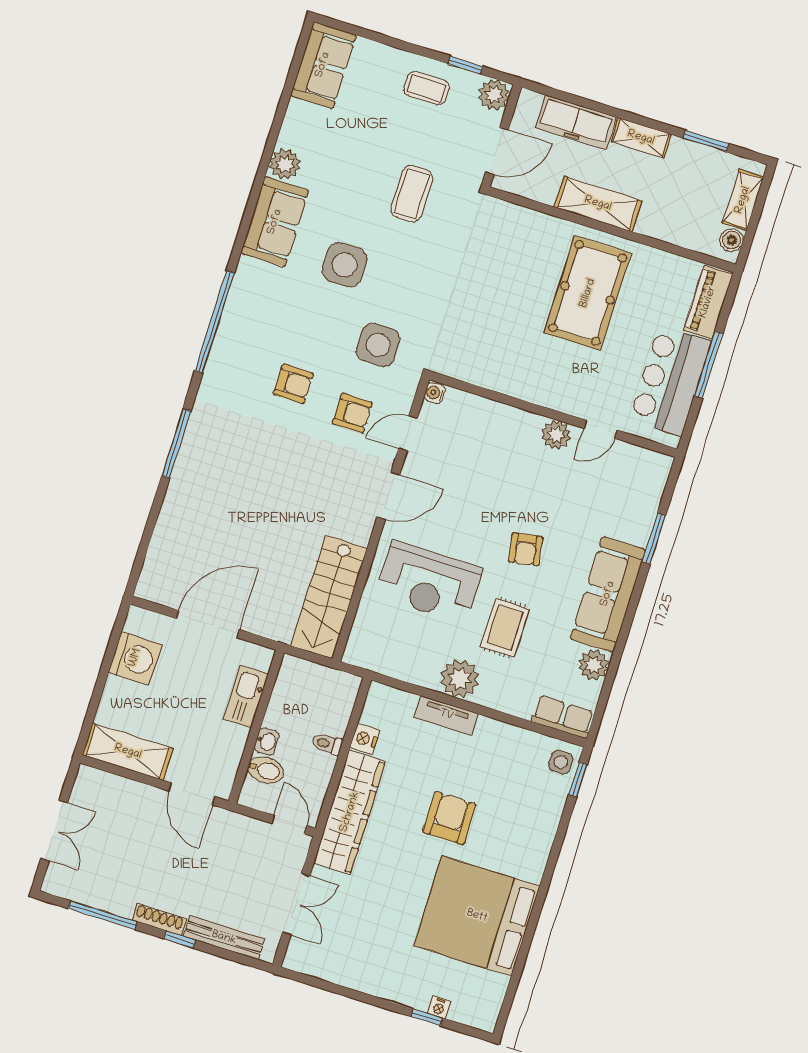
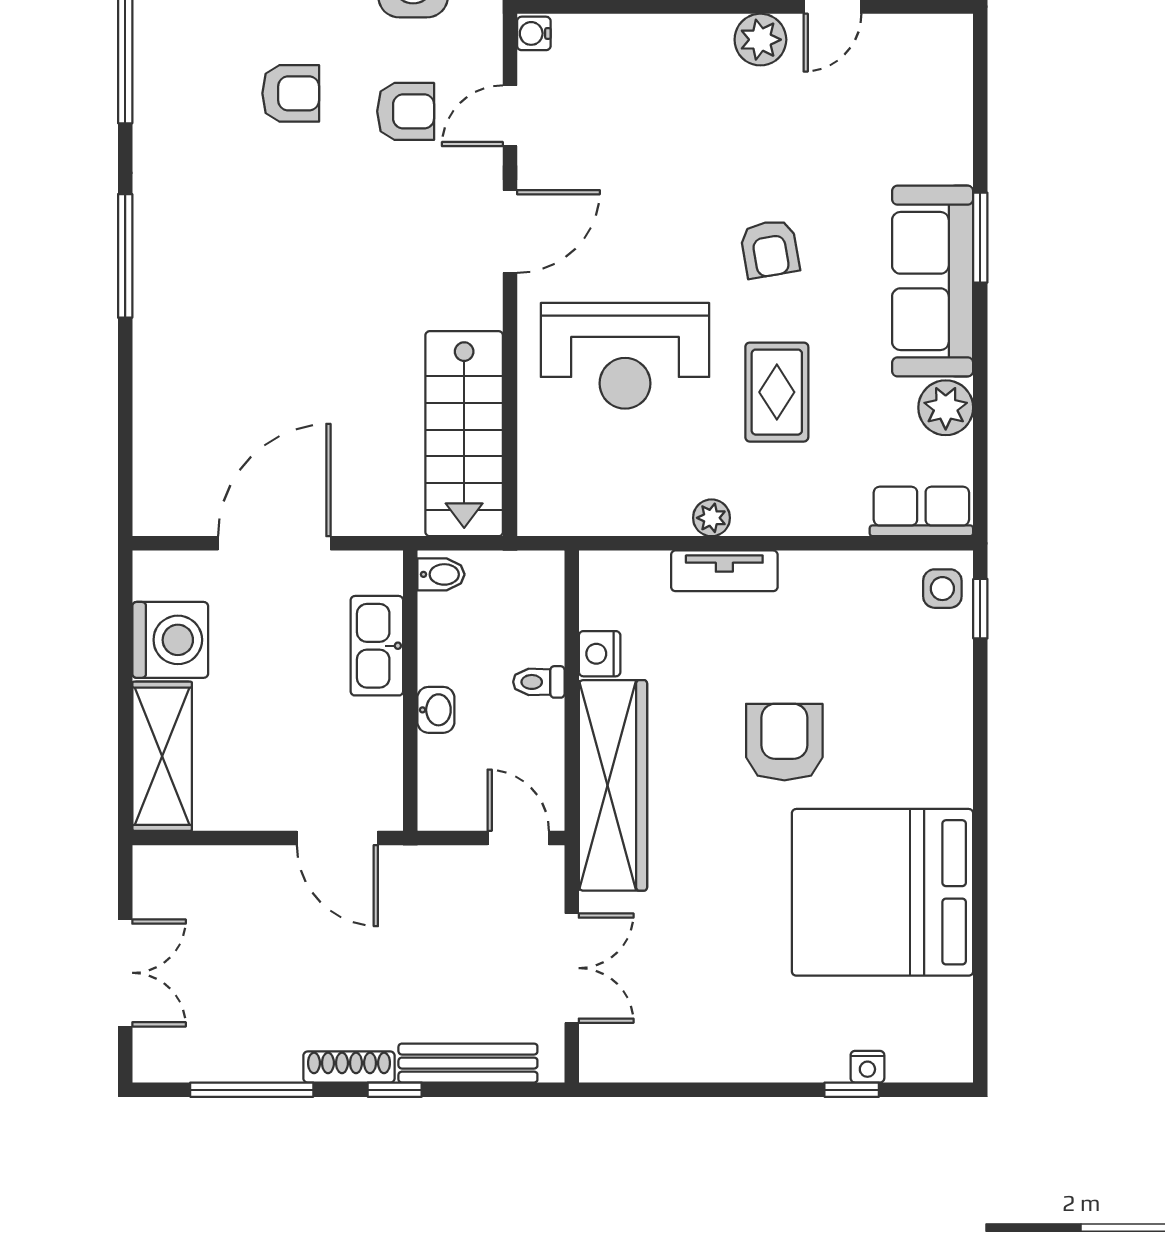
window: (654, 539) -> (980, 238), moved
plant: (460, 679) -> (711, 518), width x0.53, depth x0.53
shelving: (128, 752) -> (162, 756), moved, turned 90
bidet: (266, 770) -> (441, 574), moved, width x0.72, depth x0.74

